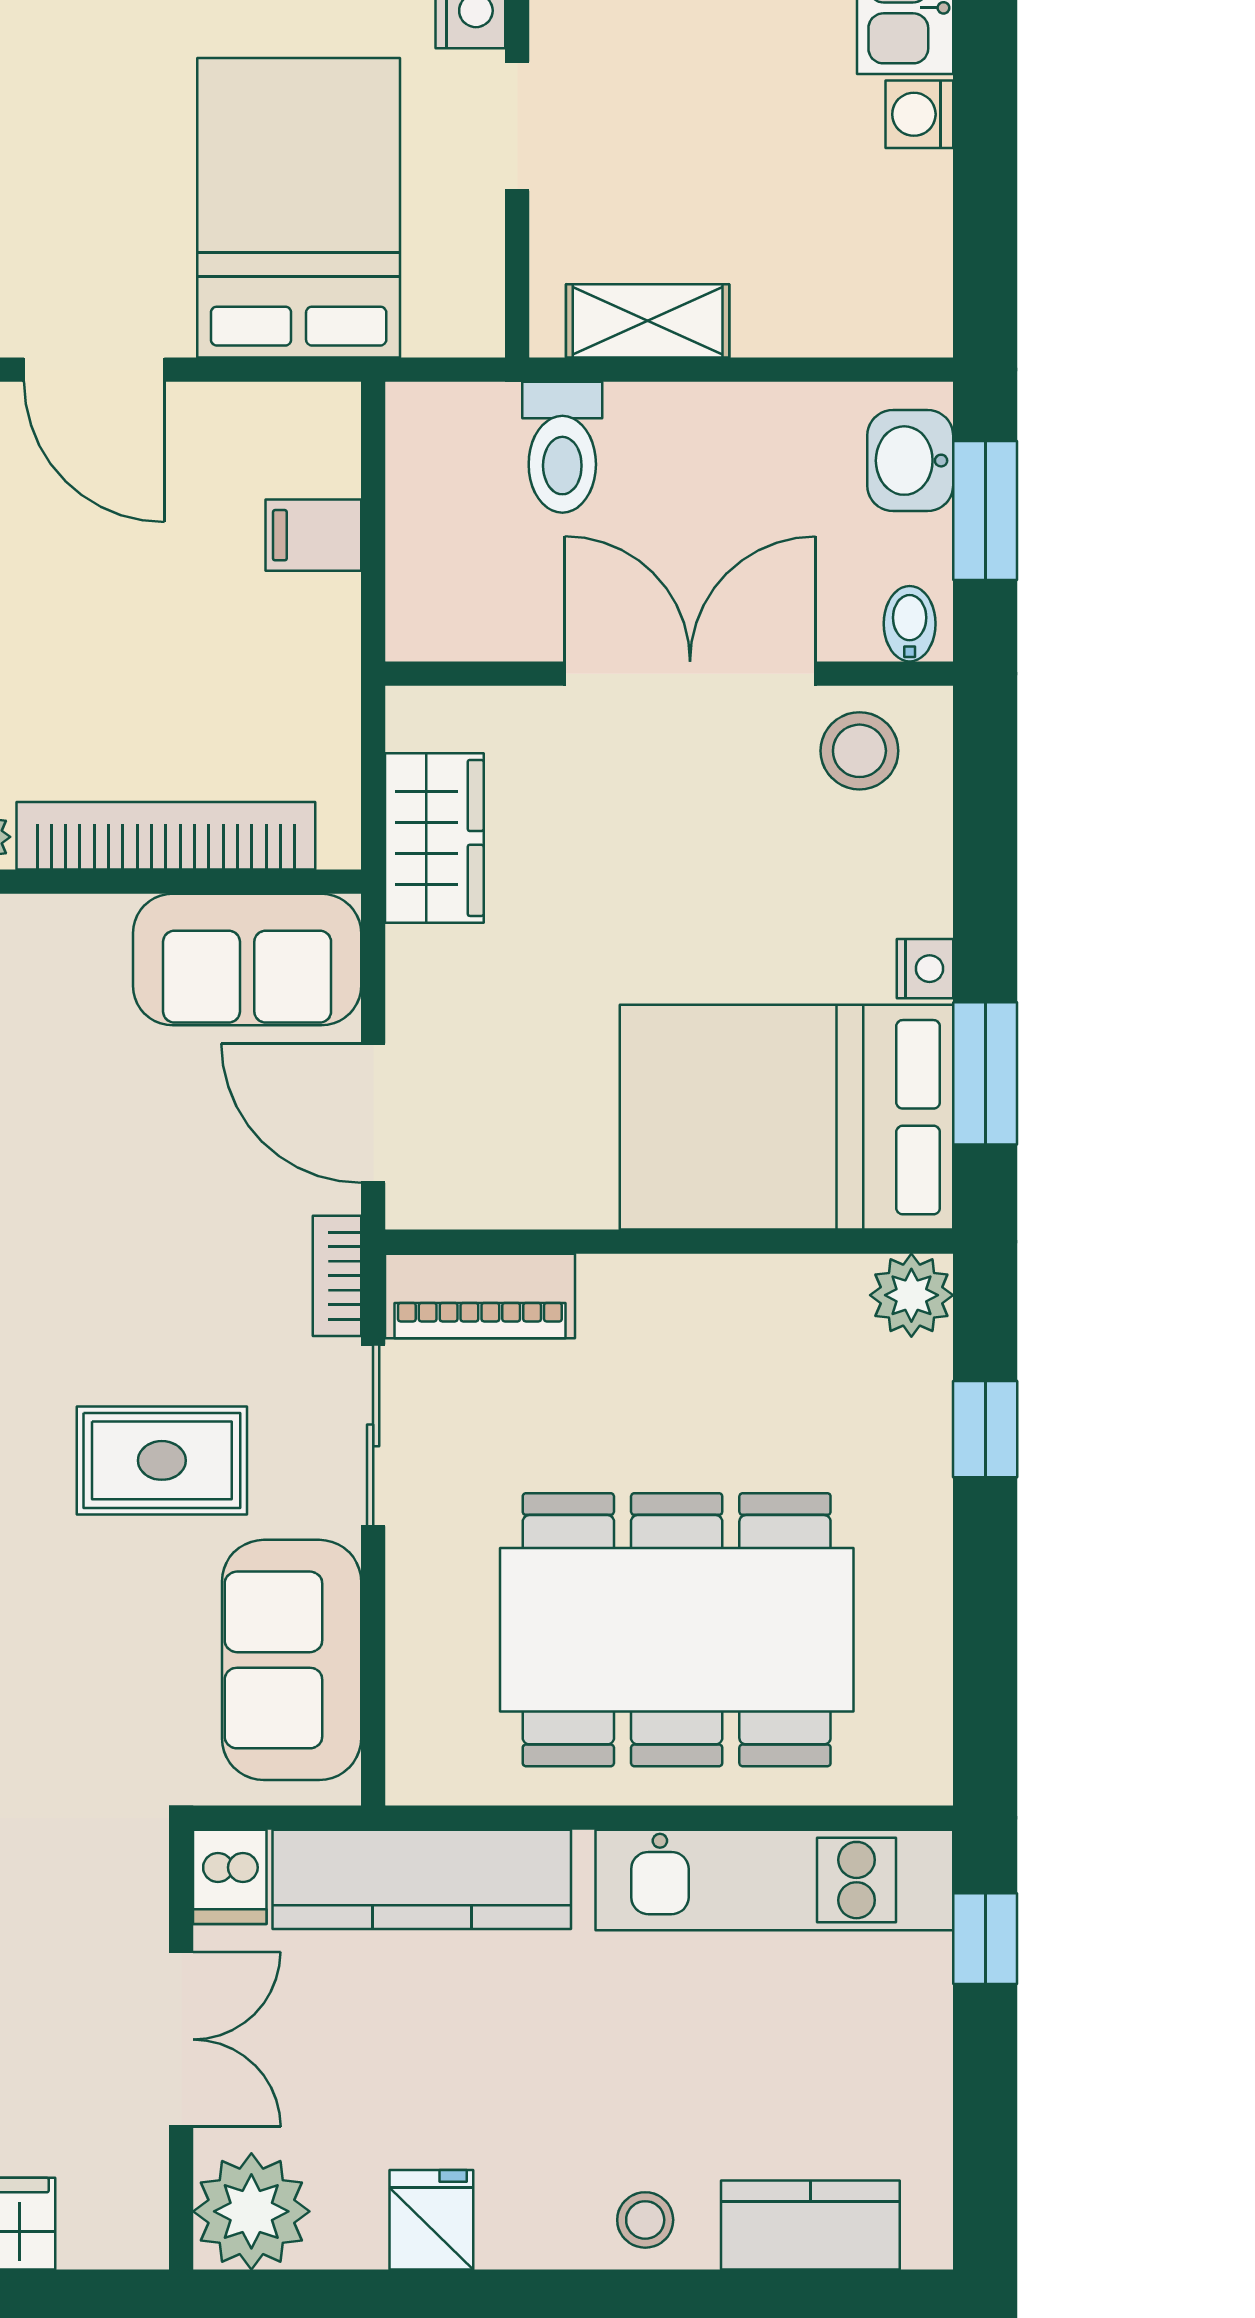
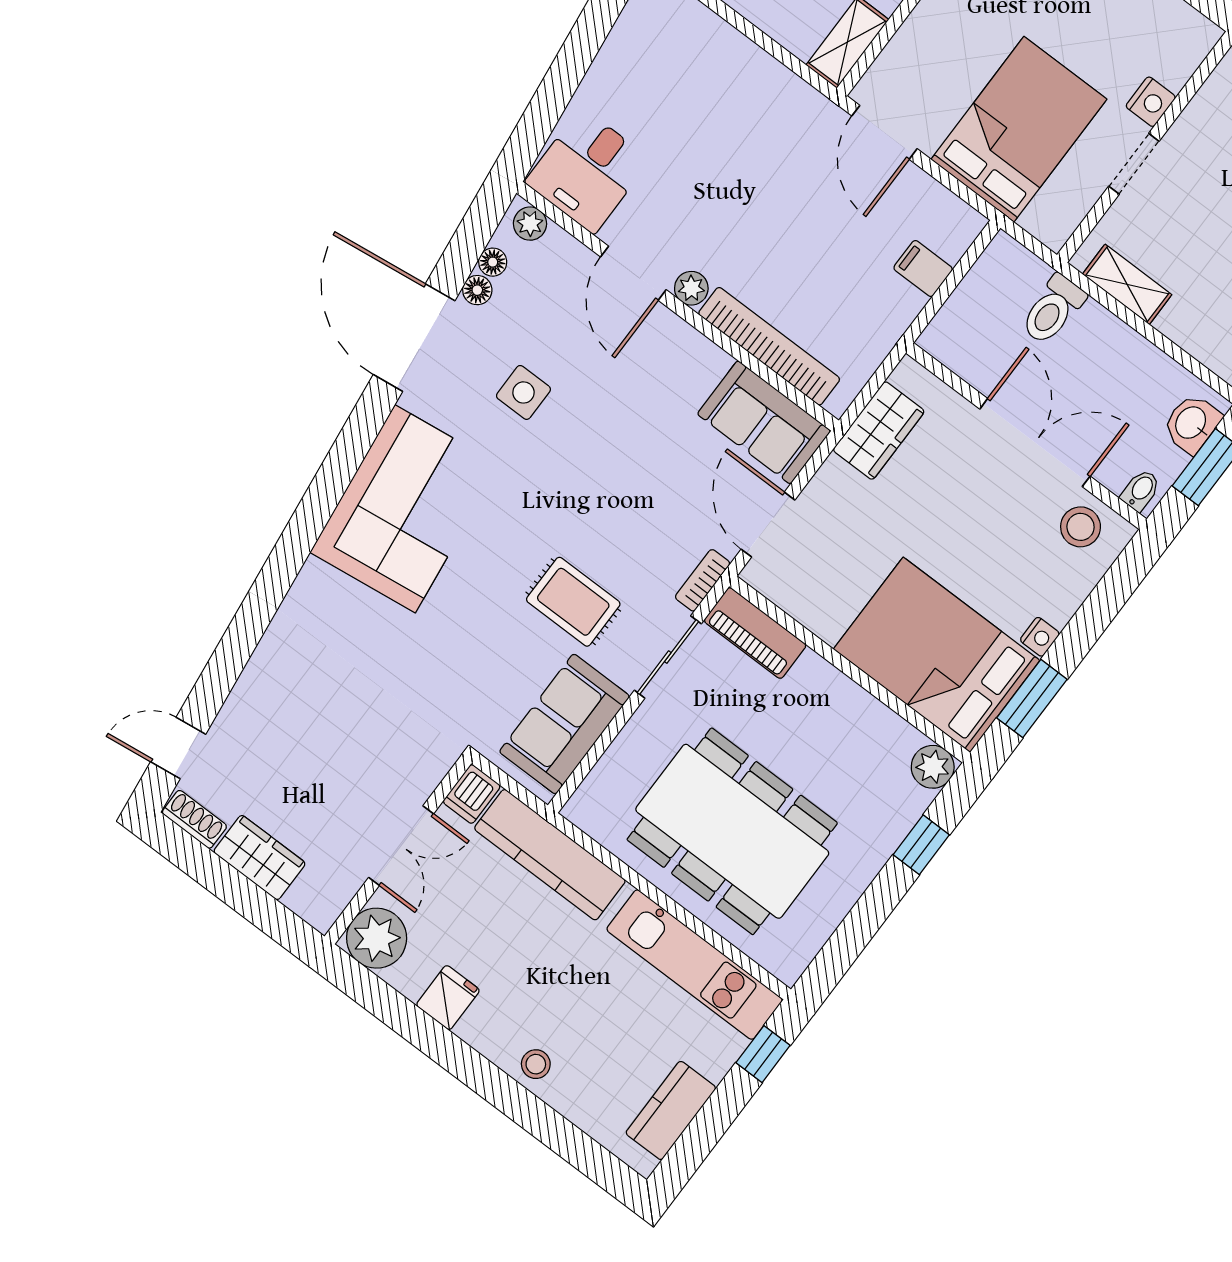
kitchen counter: (810, 2225) -> (671, 1110), moved, turned -90

